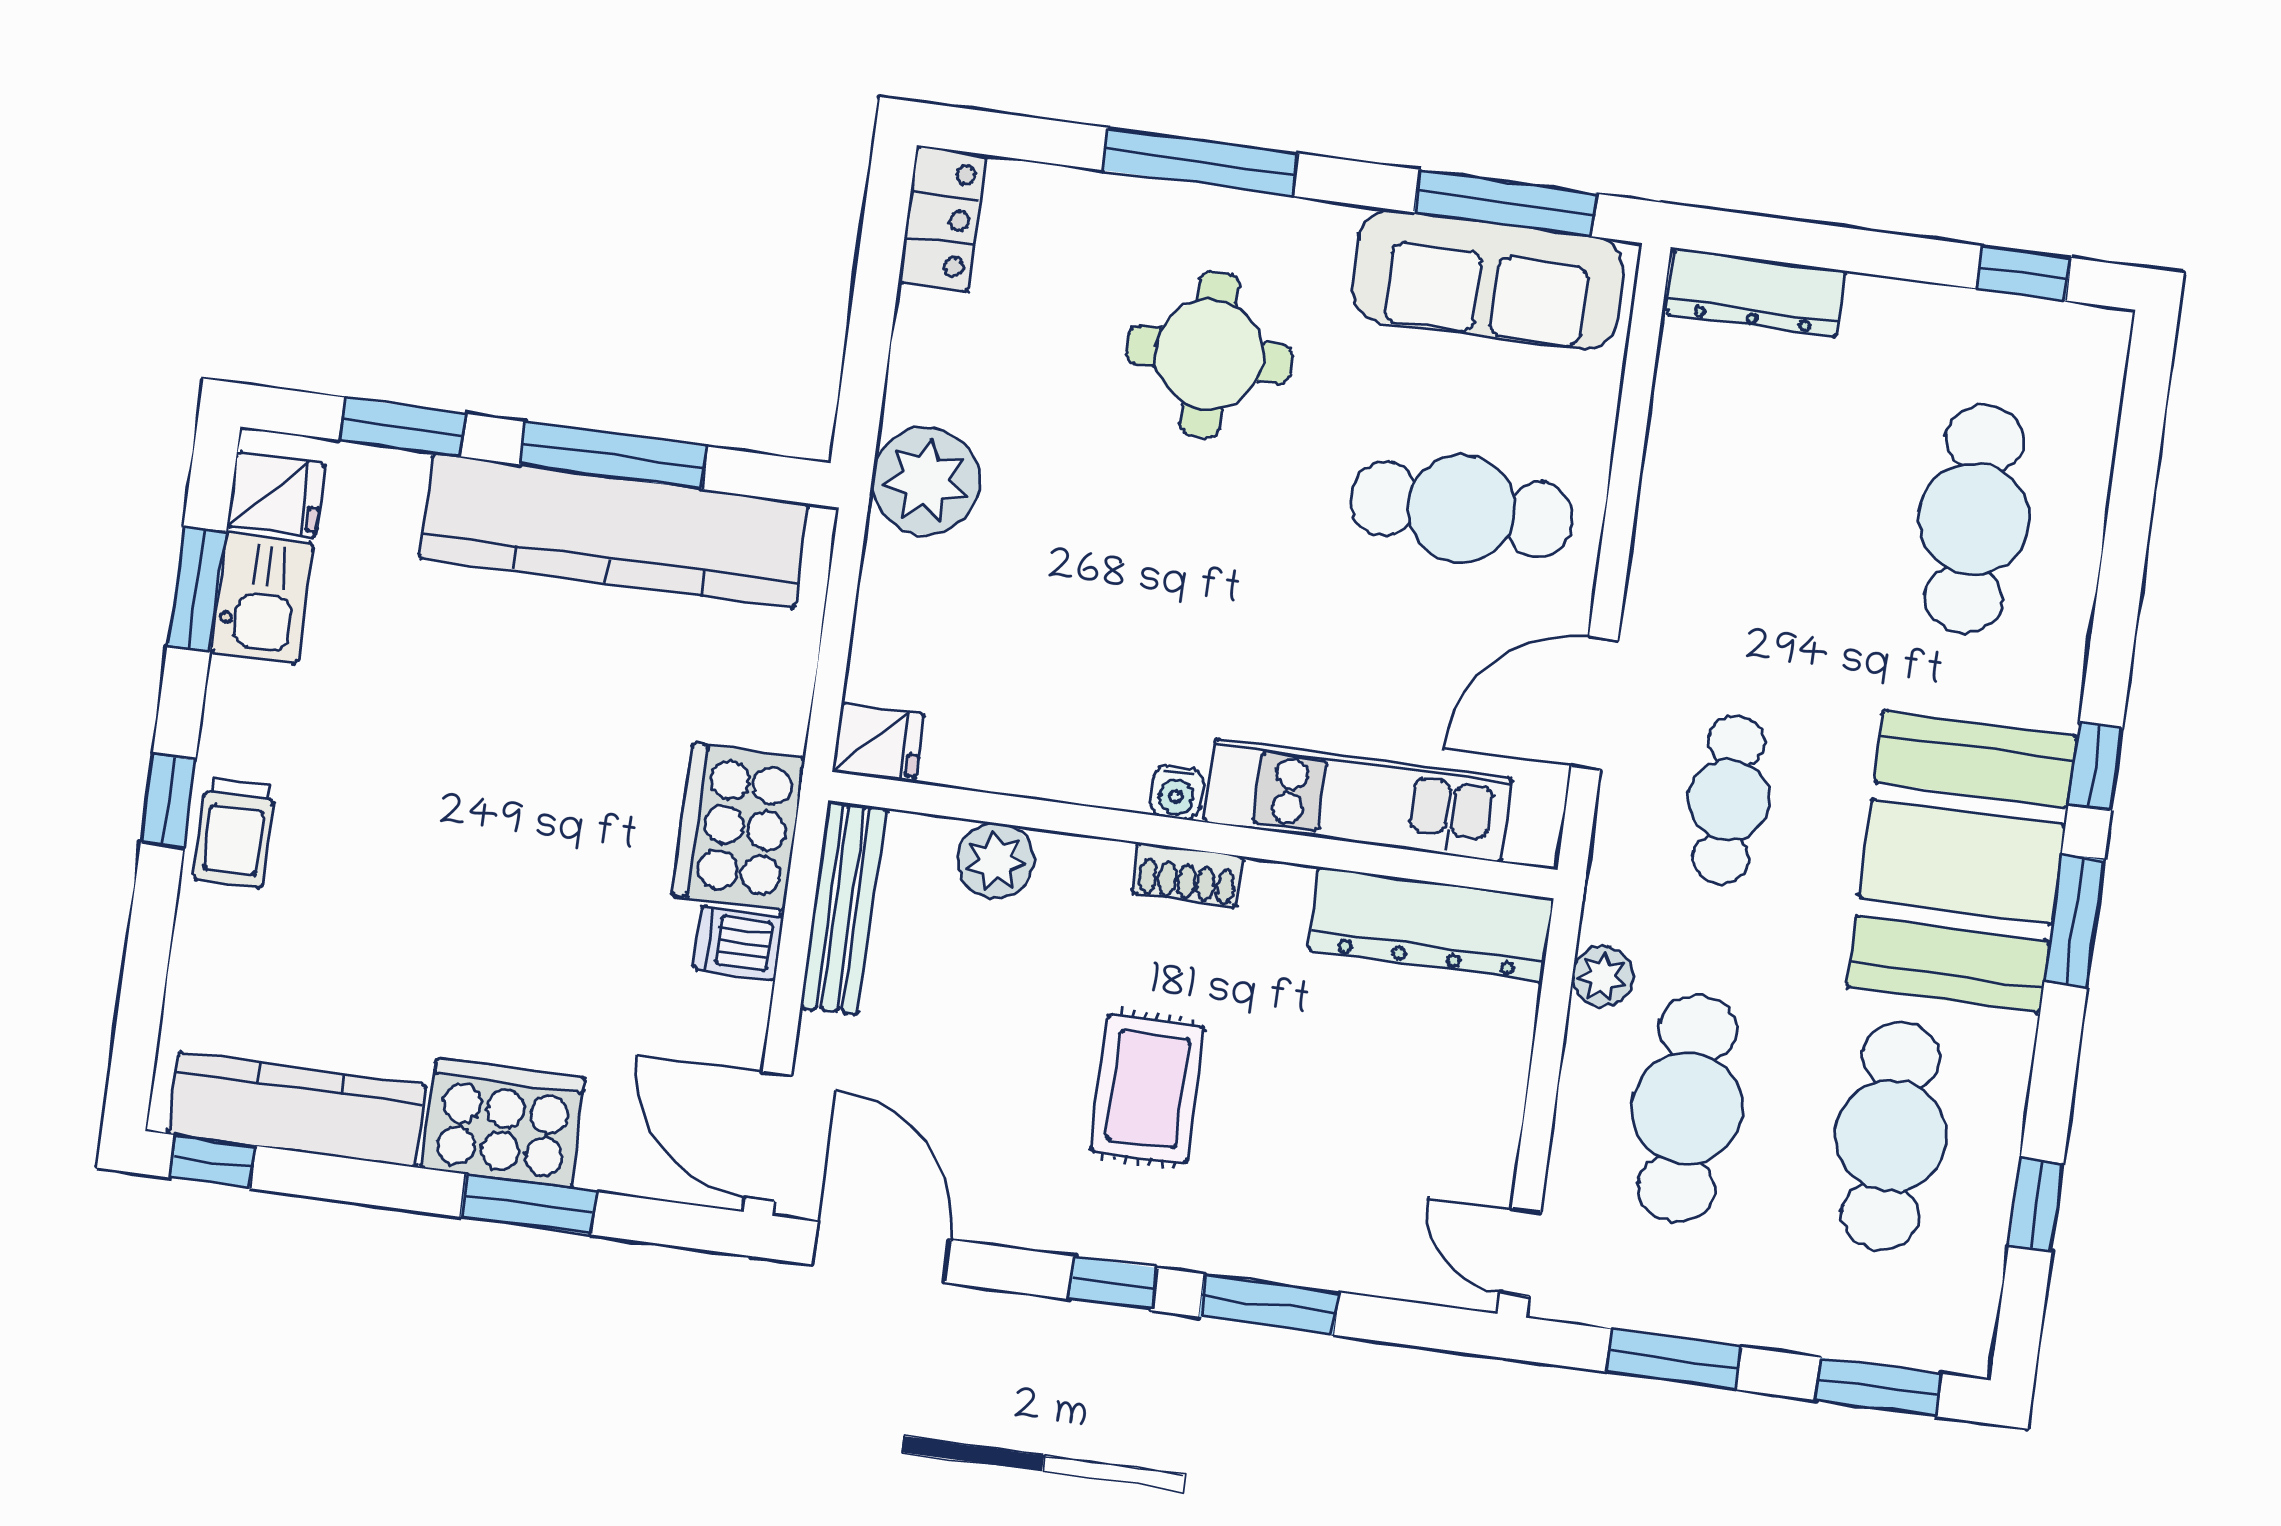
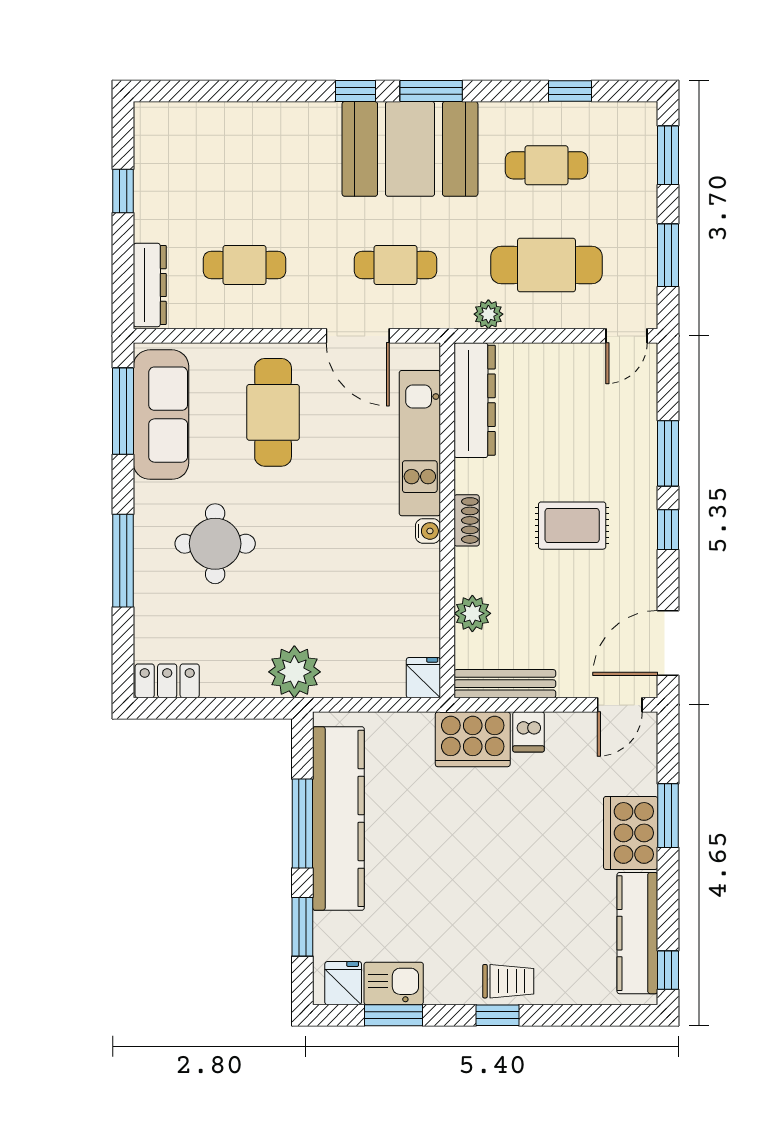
window: (2024, 273) -> (123, 191), moved
cafe table: (1974, 519) -> (244, 265), moved, width x0.73, depth x0.74
cafe table: (1891, 1136) -> (547, 165), width x0.73, depth x0.74
door: (768, 1137) -> (620, 705), width x0.73

